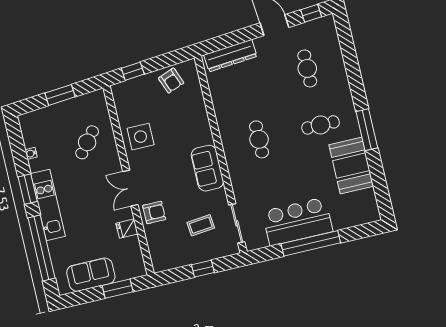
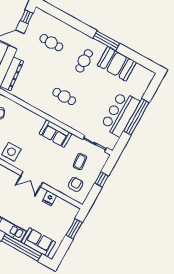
armchair: (154, 212) -> (76, 184), moved
sofa: (91, 275) -> (38, 242), moved, turned 90

